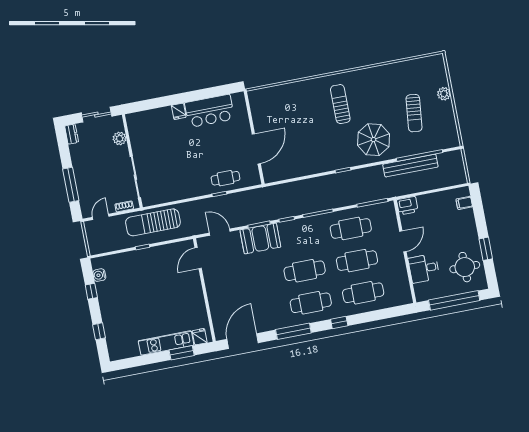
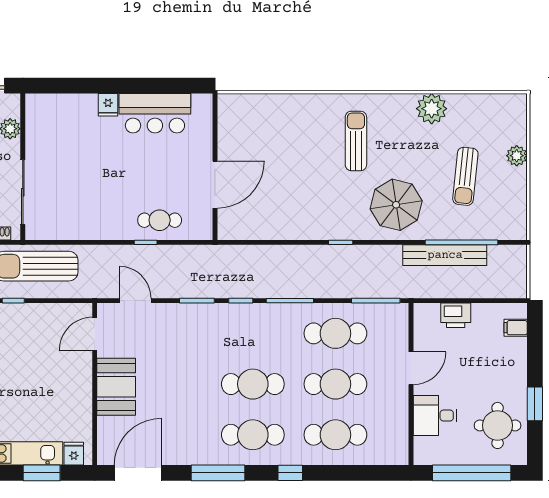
plant: (384, 74) -> (432, 109), added
printer: (407, 206) -> (456, 315), moved
booth: (260, 238) -> (116, 387), moved, turned 90

